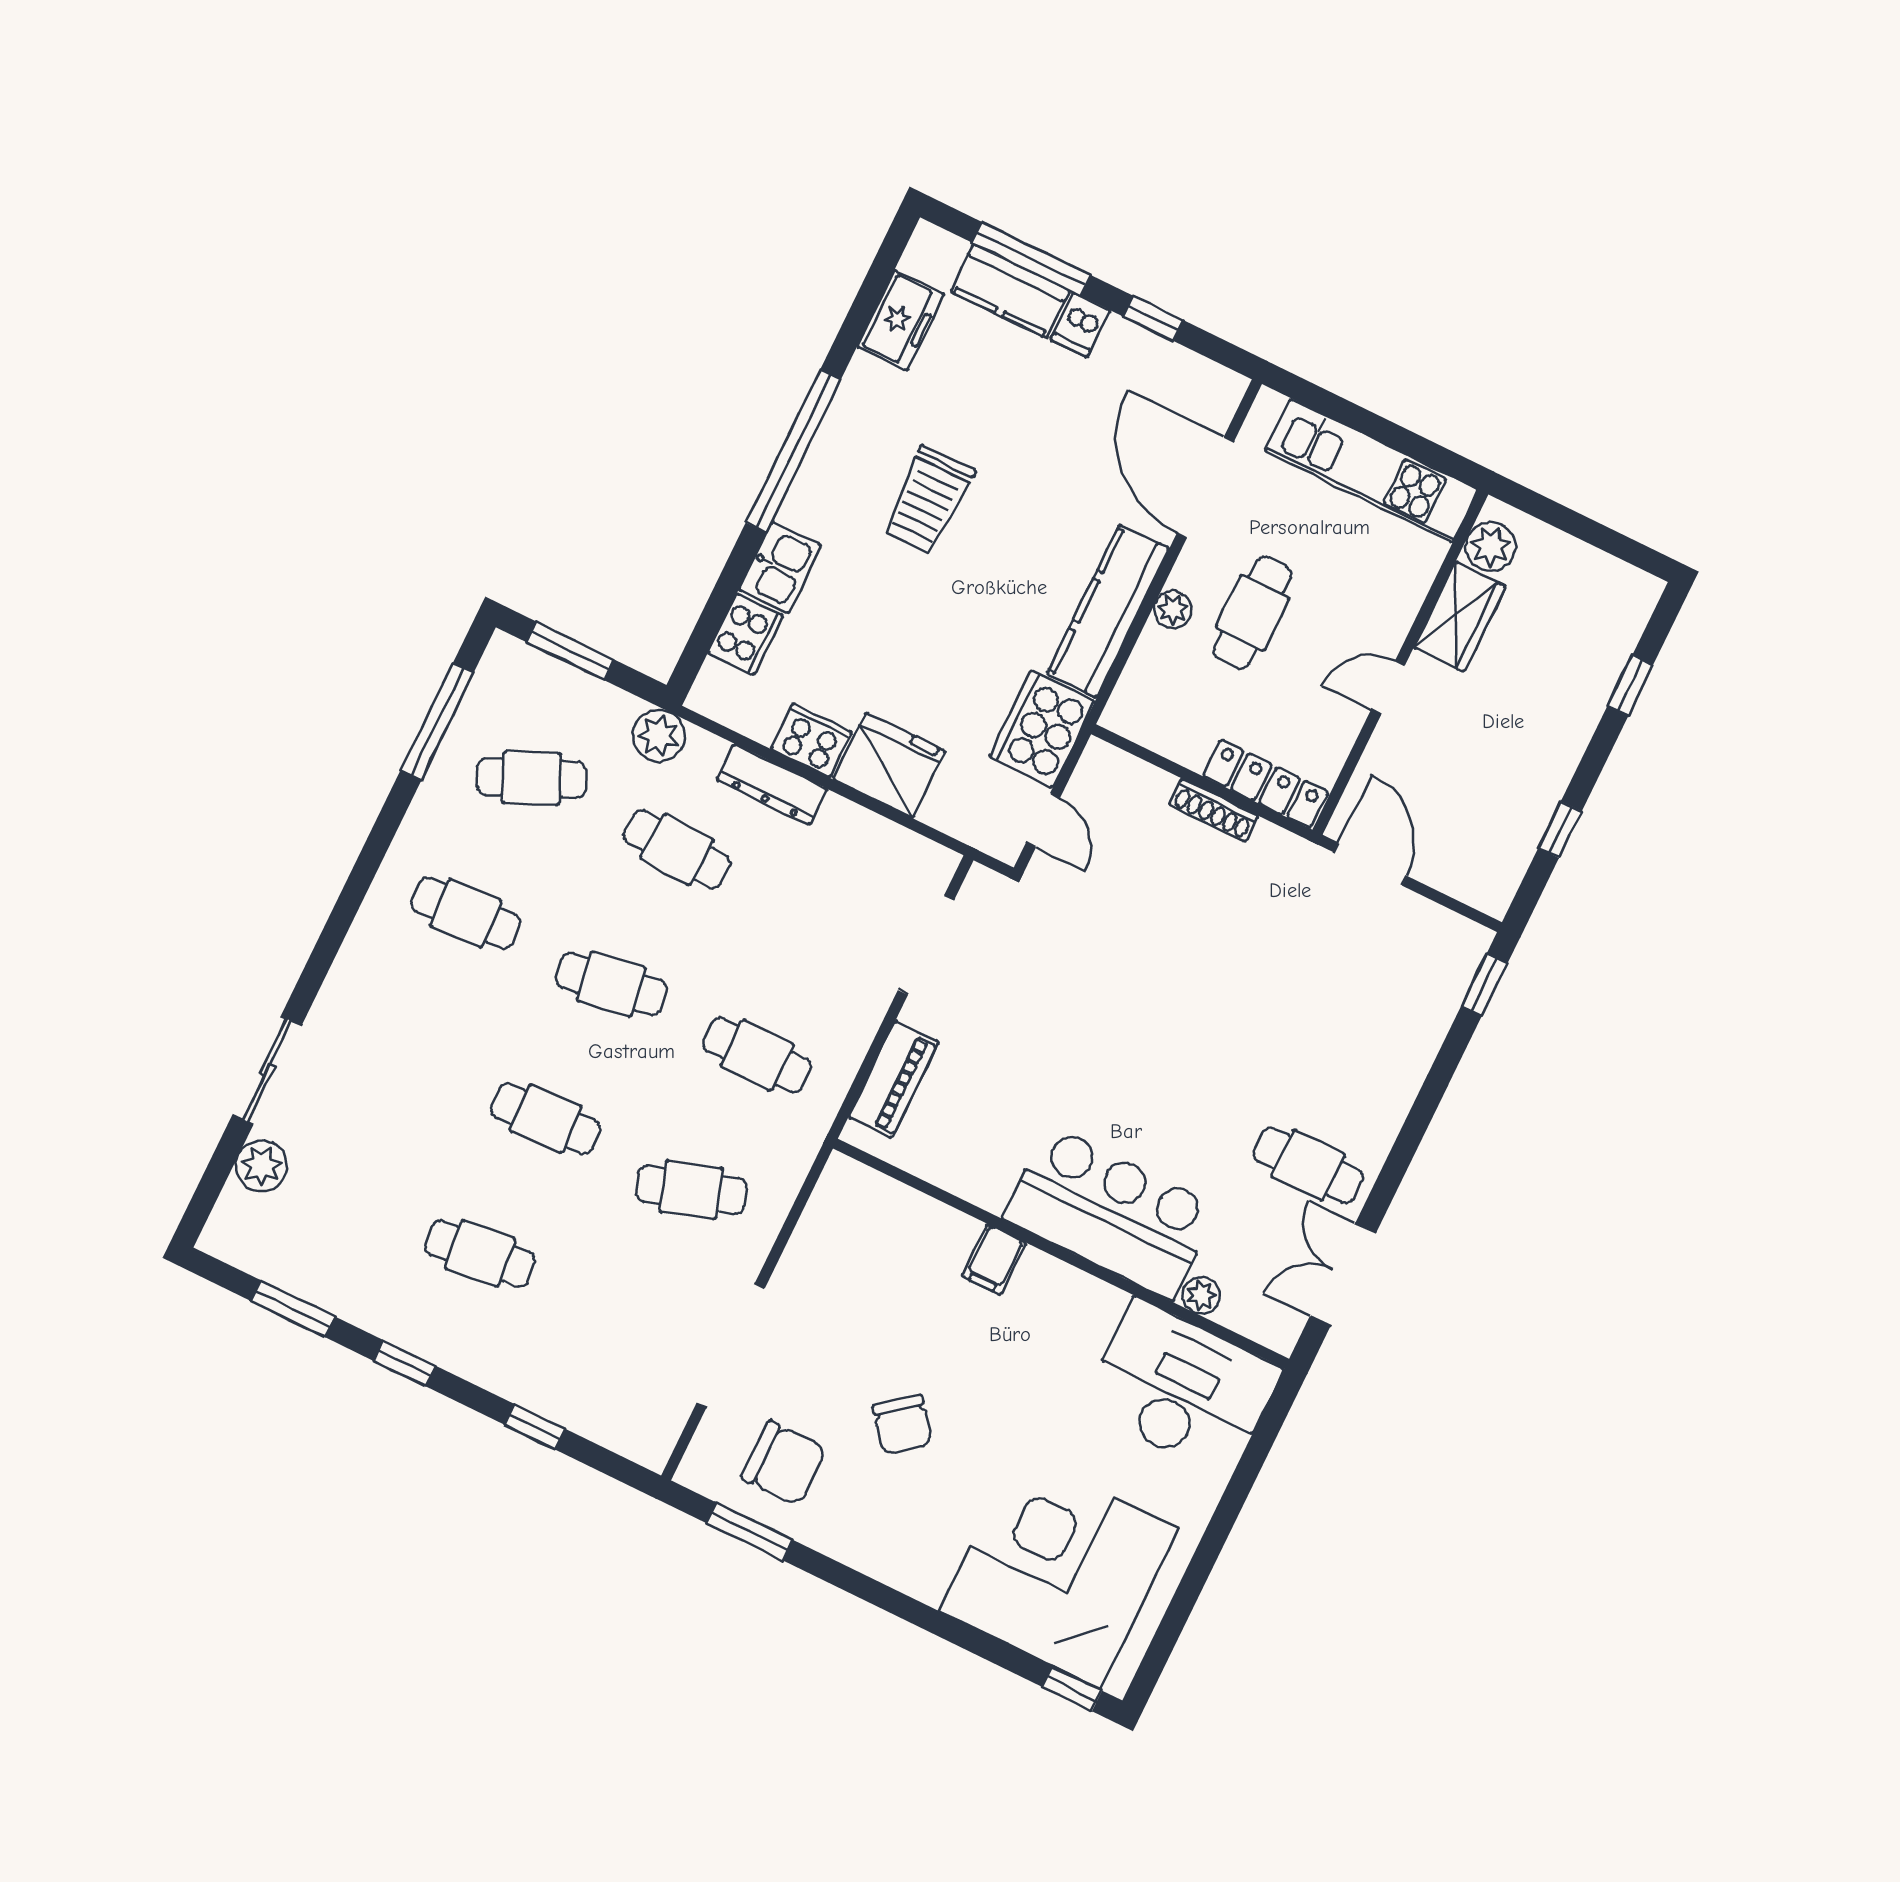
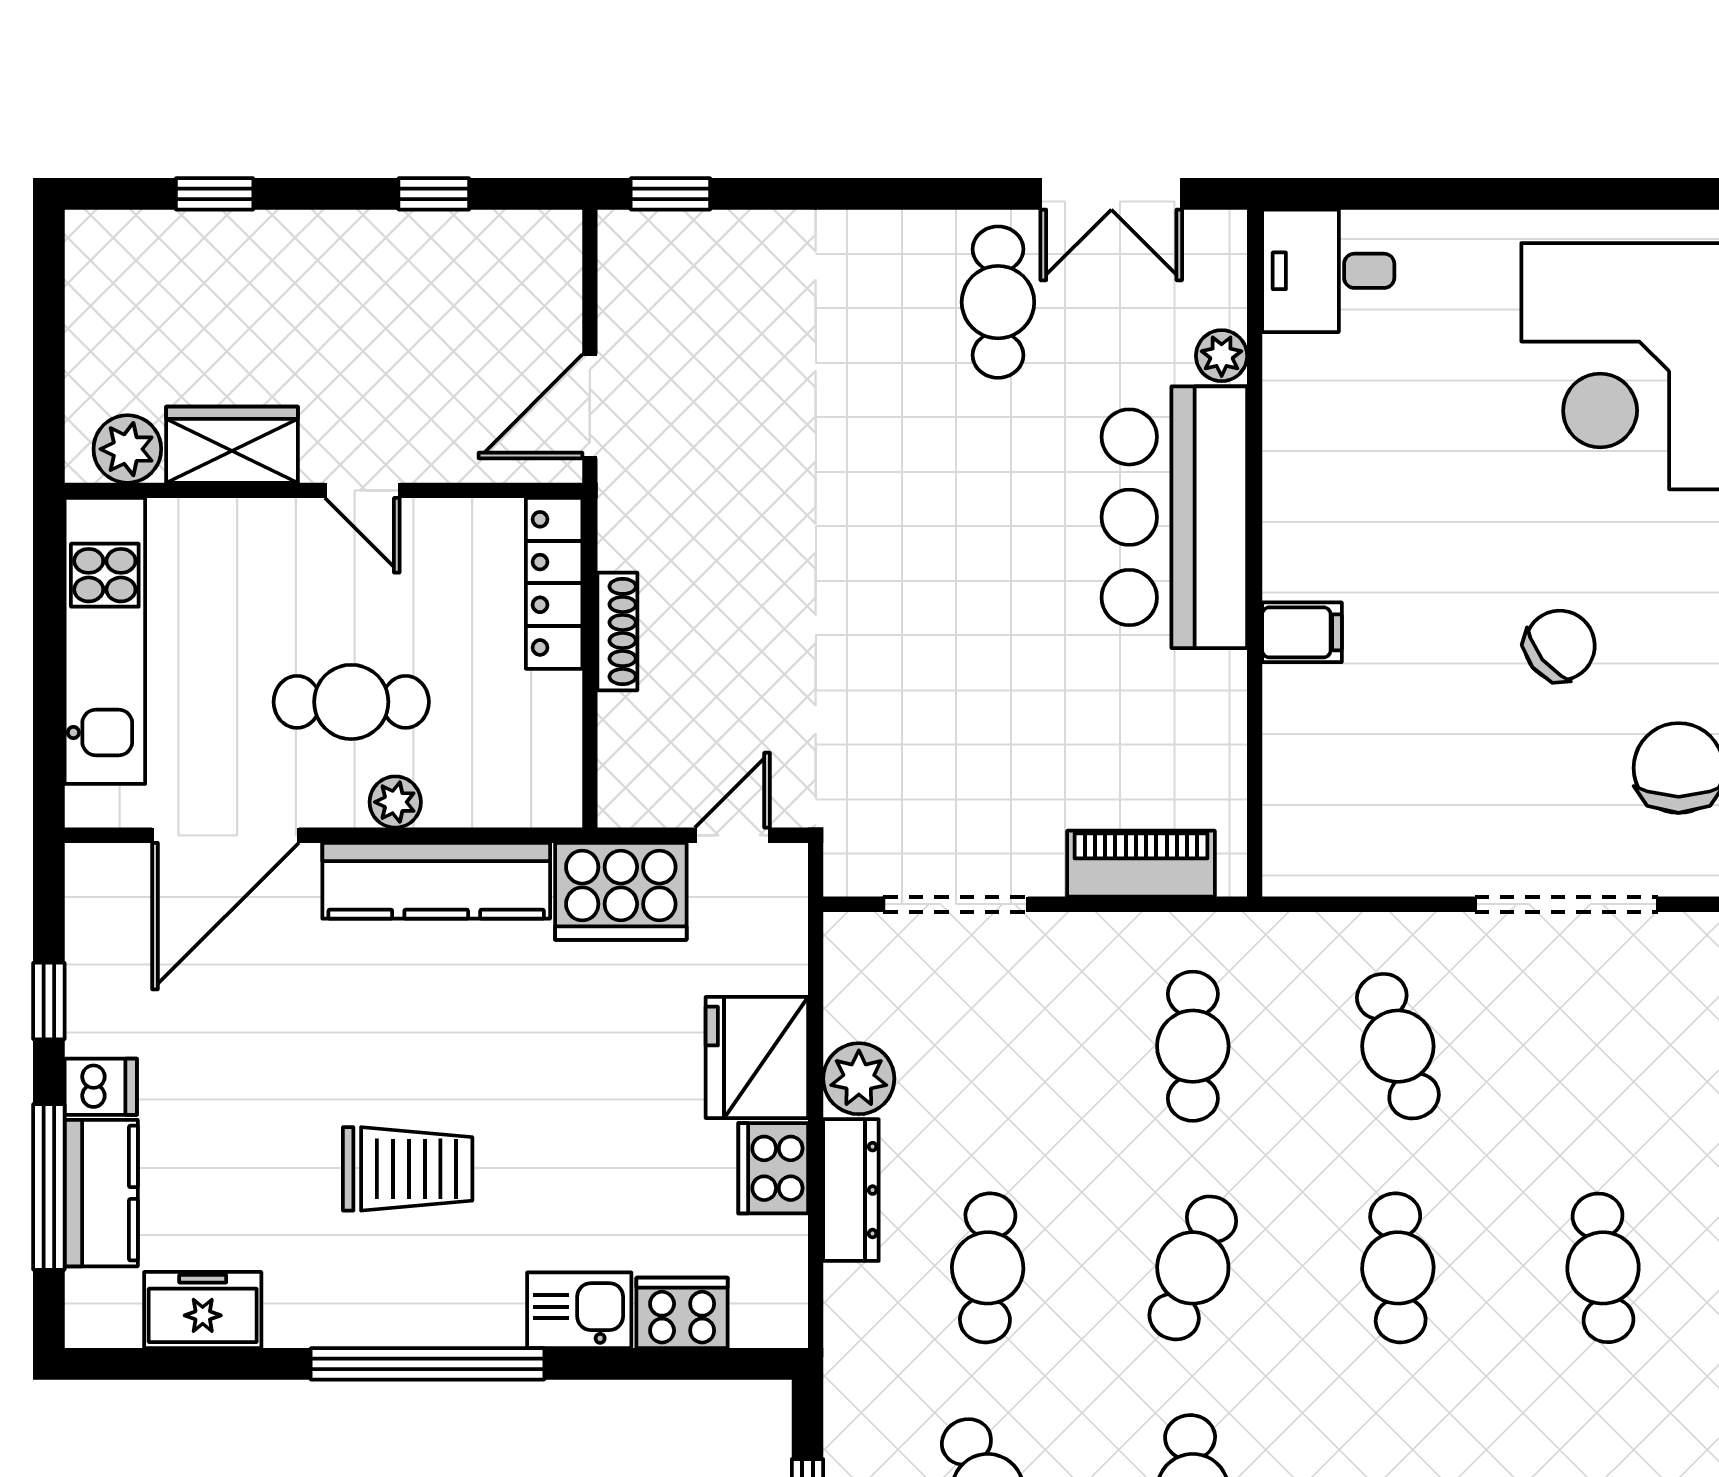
plant: (659, 736) -> (859, 1079), moved
cafe table: (611, 984) -> (1193, 1268), turned 30
desk: (1181, 1388) -> (1328, 271), width x0.53, depth x0.77

